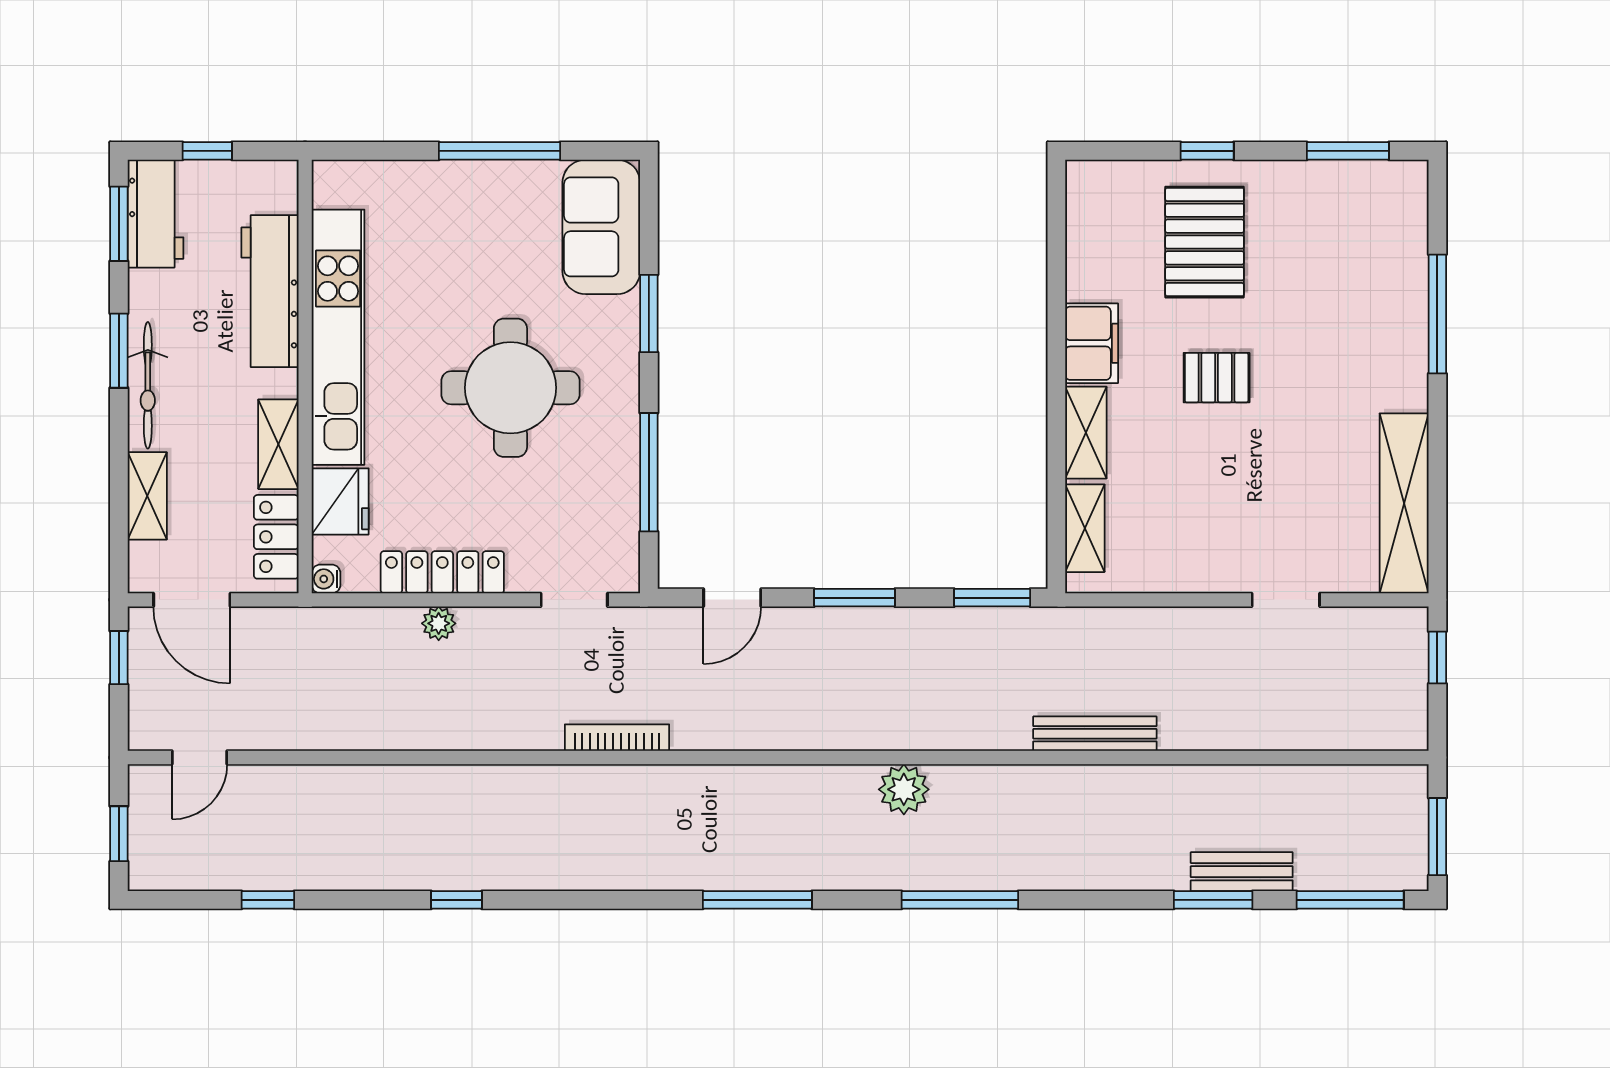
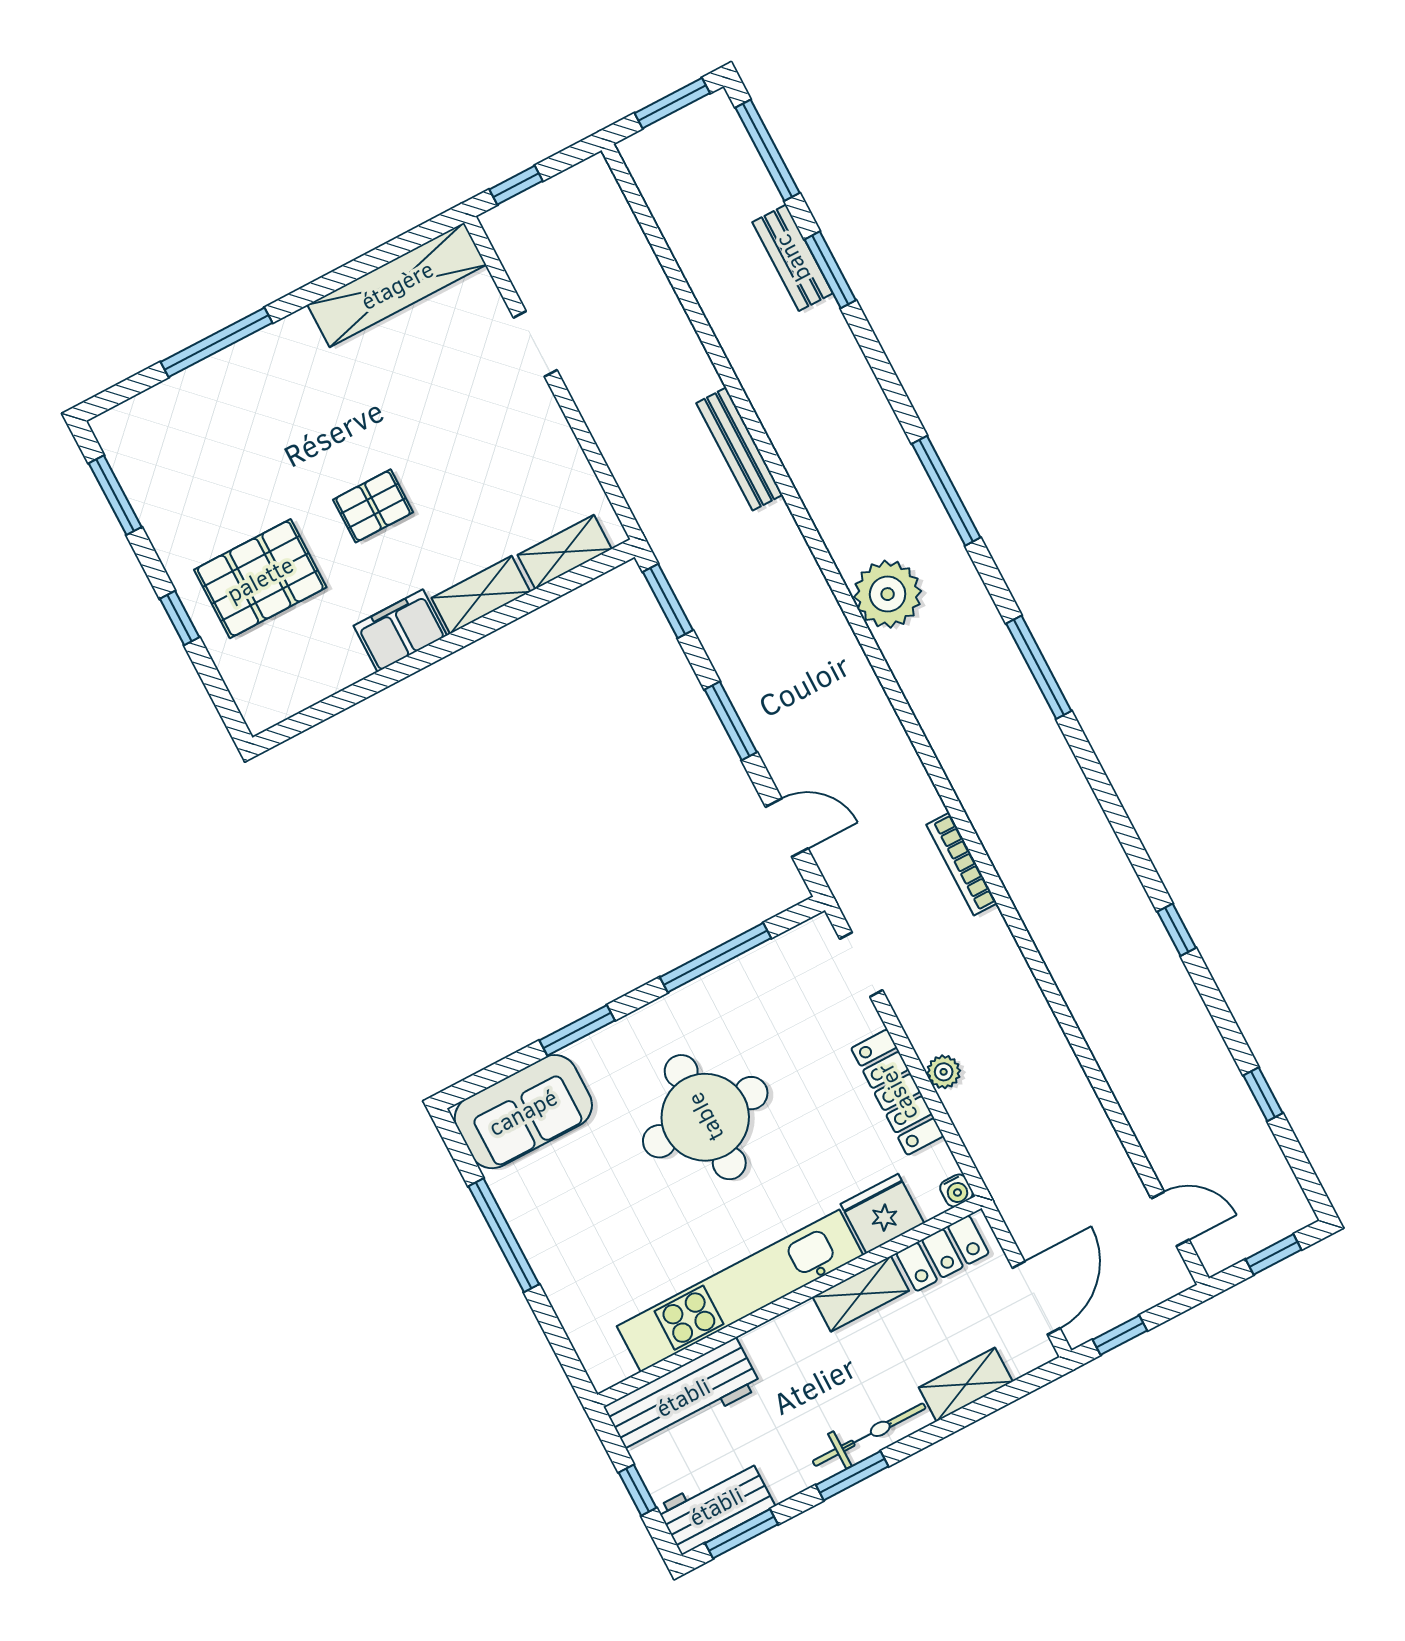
workbench: (270, 291) -> (683, 1397), moved
pallet: (1217, 378) -> (373, 506), turned 90
plant: (904, 789) -> (888, 594), width x1.36, depth x1.36

